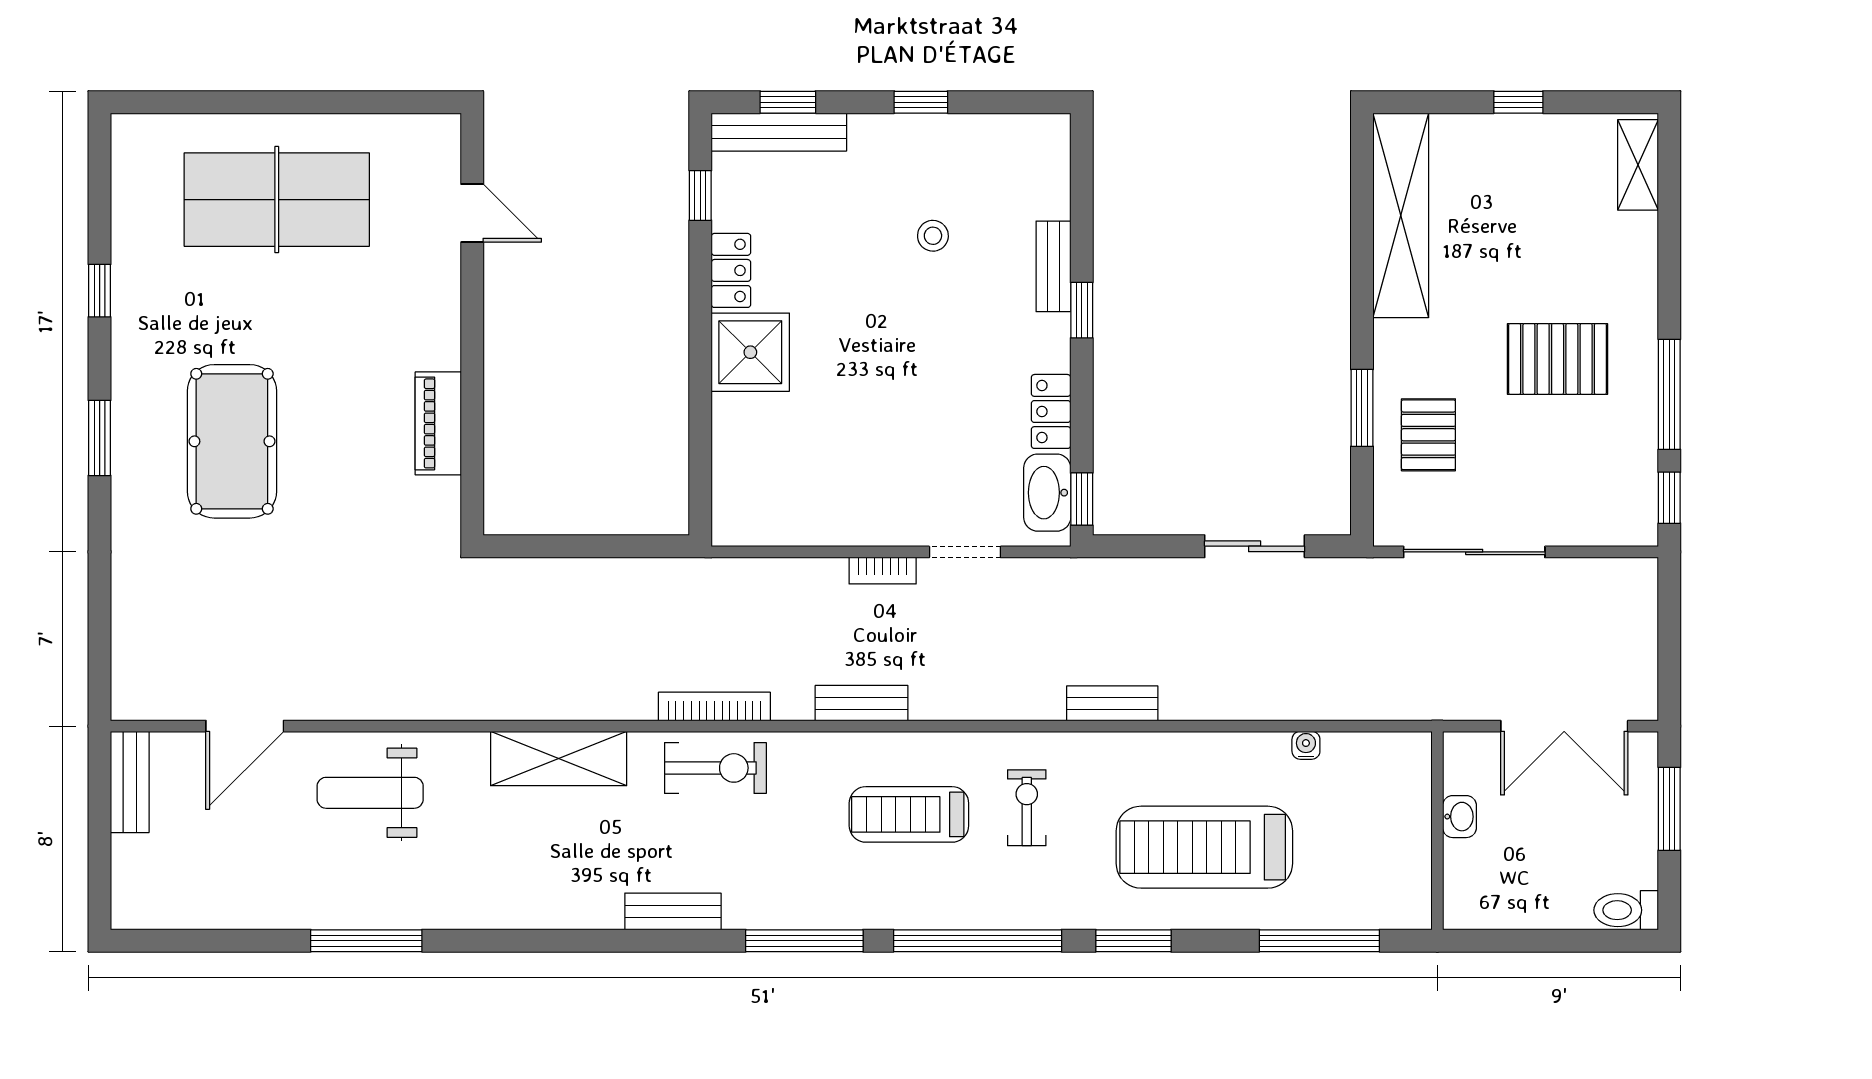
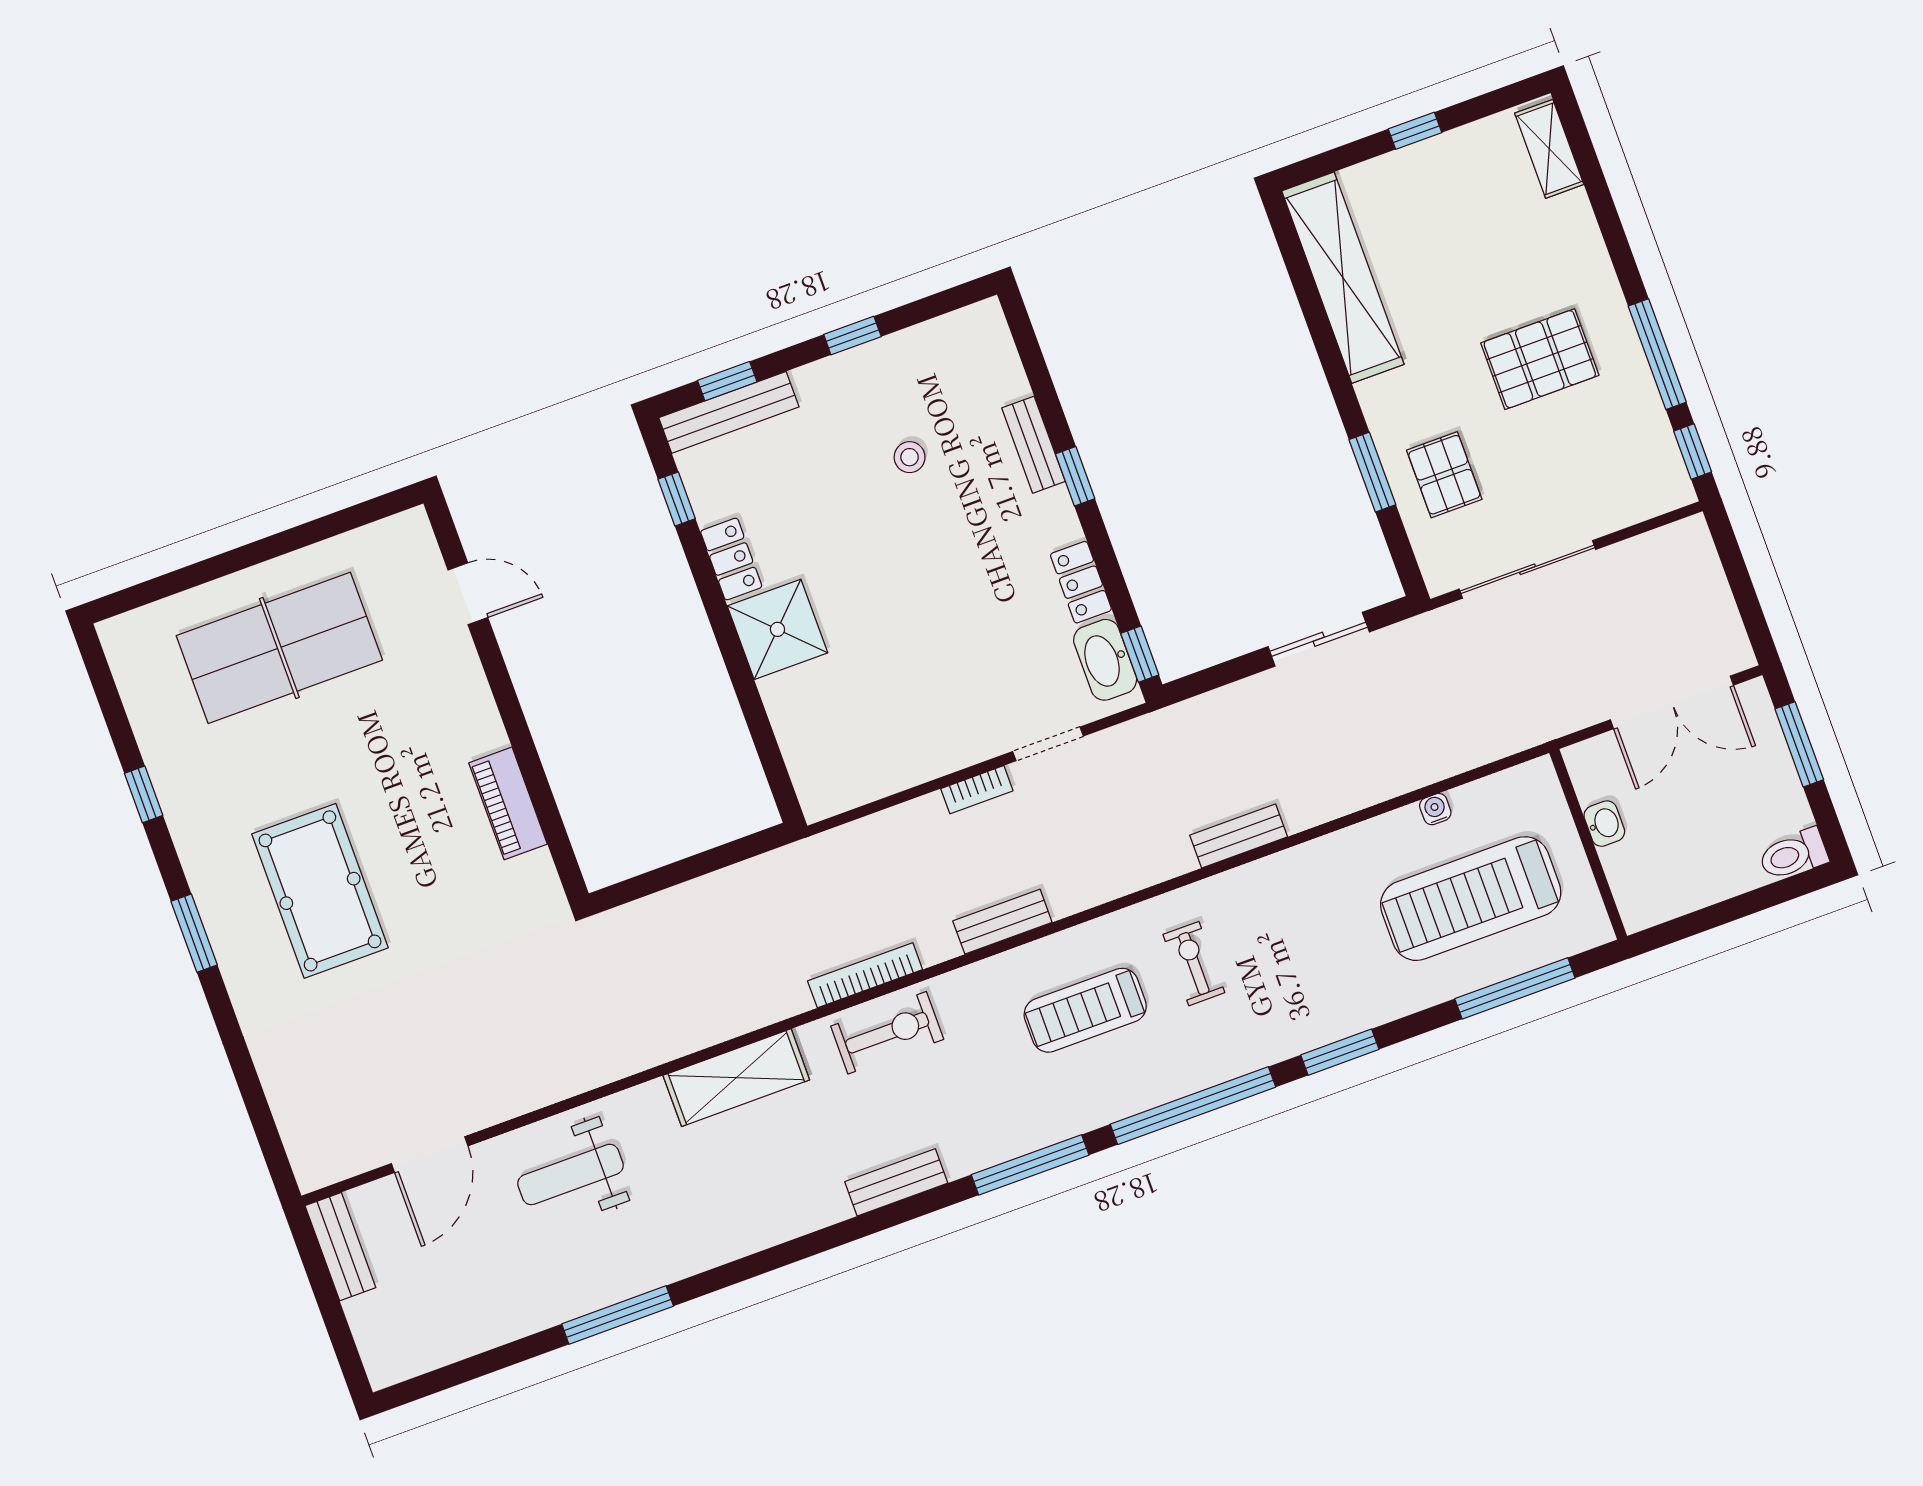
treadmill: (1204, 847) -> (1471, 899), moved

